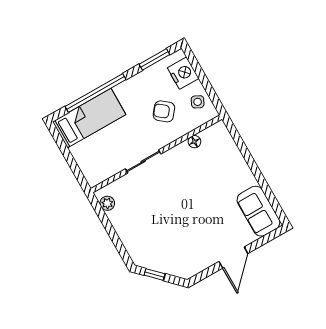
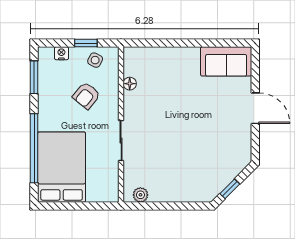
nightstand: (183, 73) -> (61, 53), width x0.53, depth x0.56
window: (207, 86) -> (86, 43), added
bed: (89, 118) -> (62, 167), width x1.50

